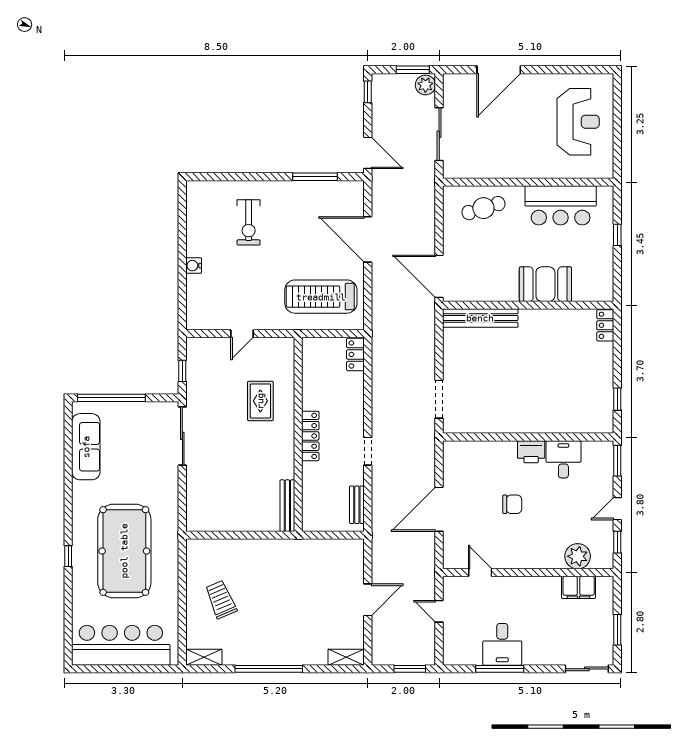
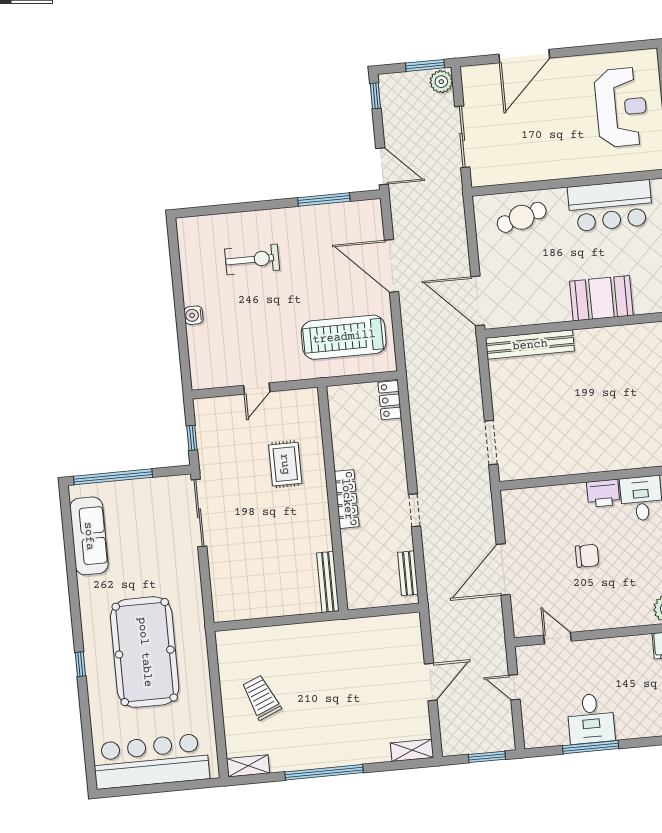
exercise bike: (249, 222) -> (252, 259), turned -90

